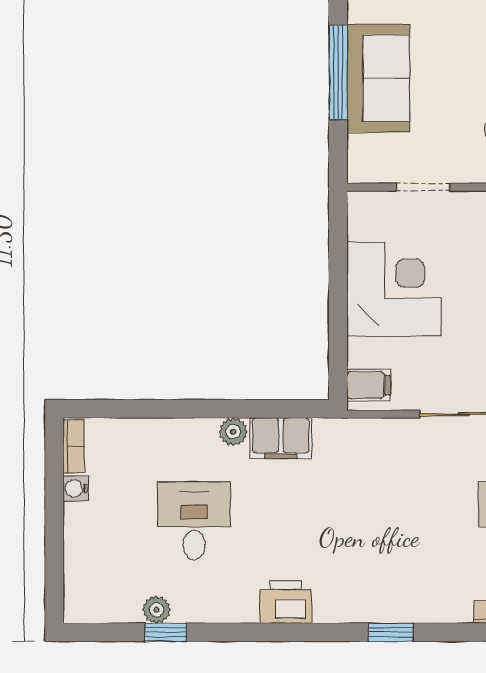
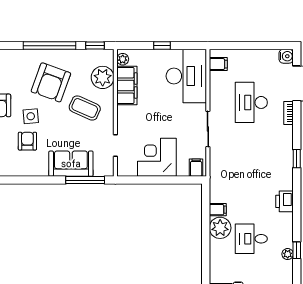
window: (338, 72) -> (85, 180), moved
plant: (233, 432) -> (220, 228), width x1.88, depth x1.88
filing cabinet: (281, 438) -> (218, 210), width x0.50

